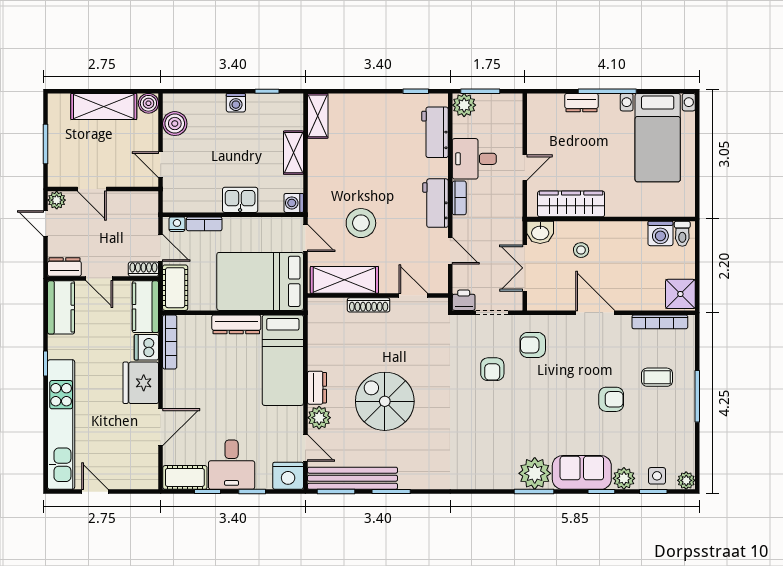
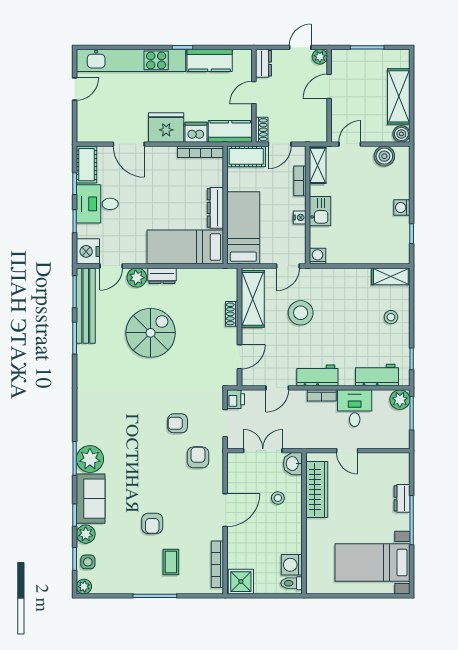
stool: (366, 116) -> (391, 317), added
shelving: (293, 153) -> (318, 165), moved, turned 90
nightstand: (177, 224) -> (300, 217), moved
bed: (260, 281) -> (243, 228), width x0.67
shoe rack: (369, 305) -> (232, 314), width x0.70
kitchen counter: (61, 307) -> (210, 60), moved

